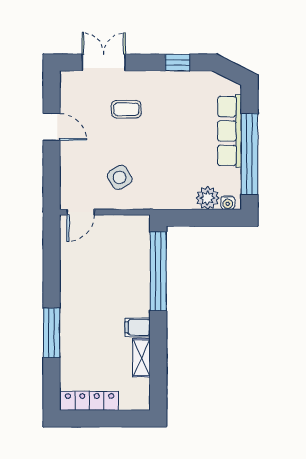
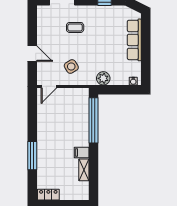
door: (52, 127) -> (32, 54), moved
window: (249, 154) -> (146, 53), removed
plant: (208, 198) -> (103, 78), moved
locker: (90, 401) -> (48, 195), width x0.66

